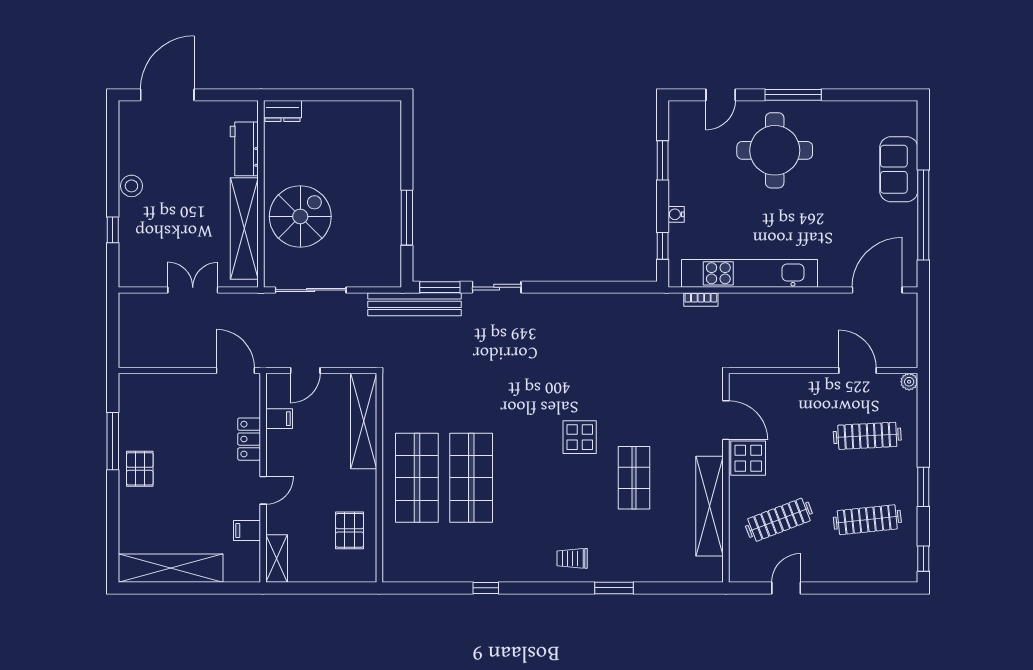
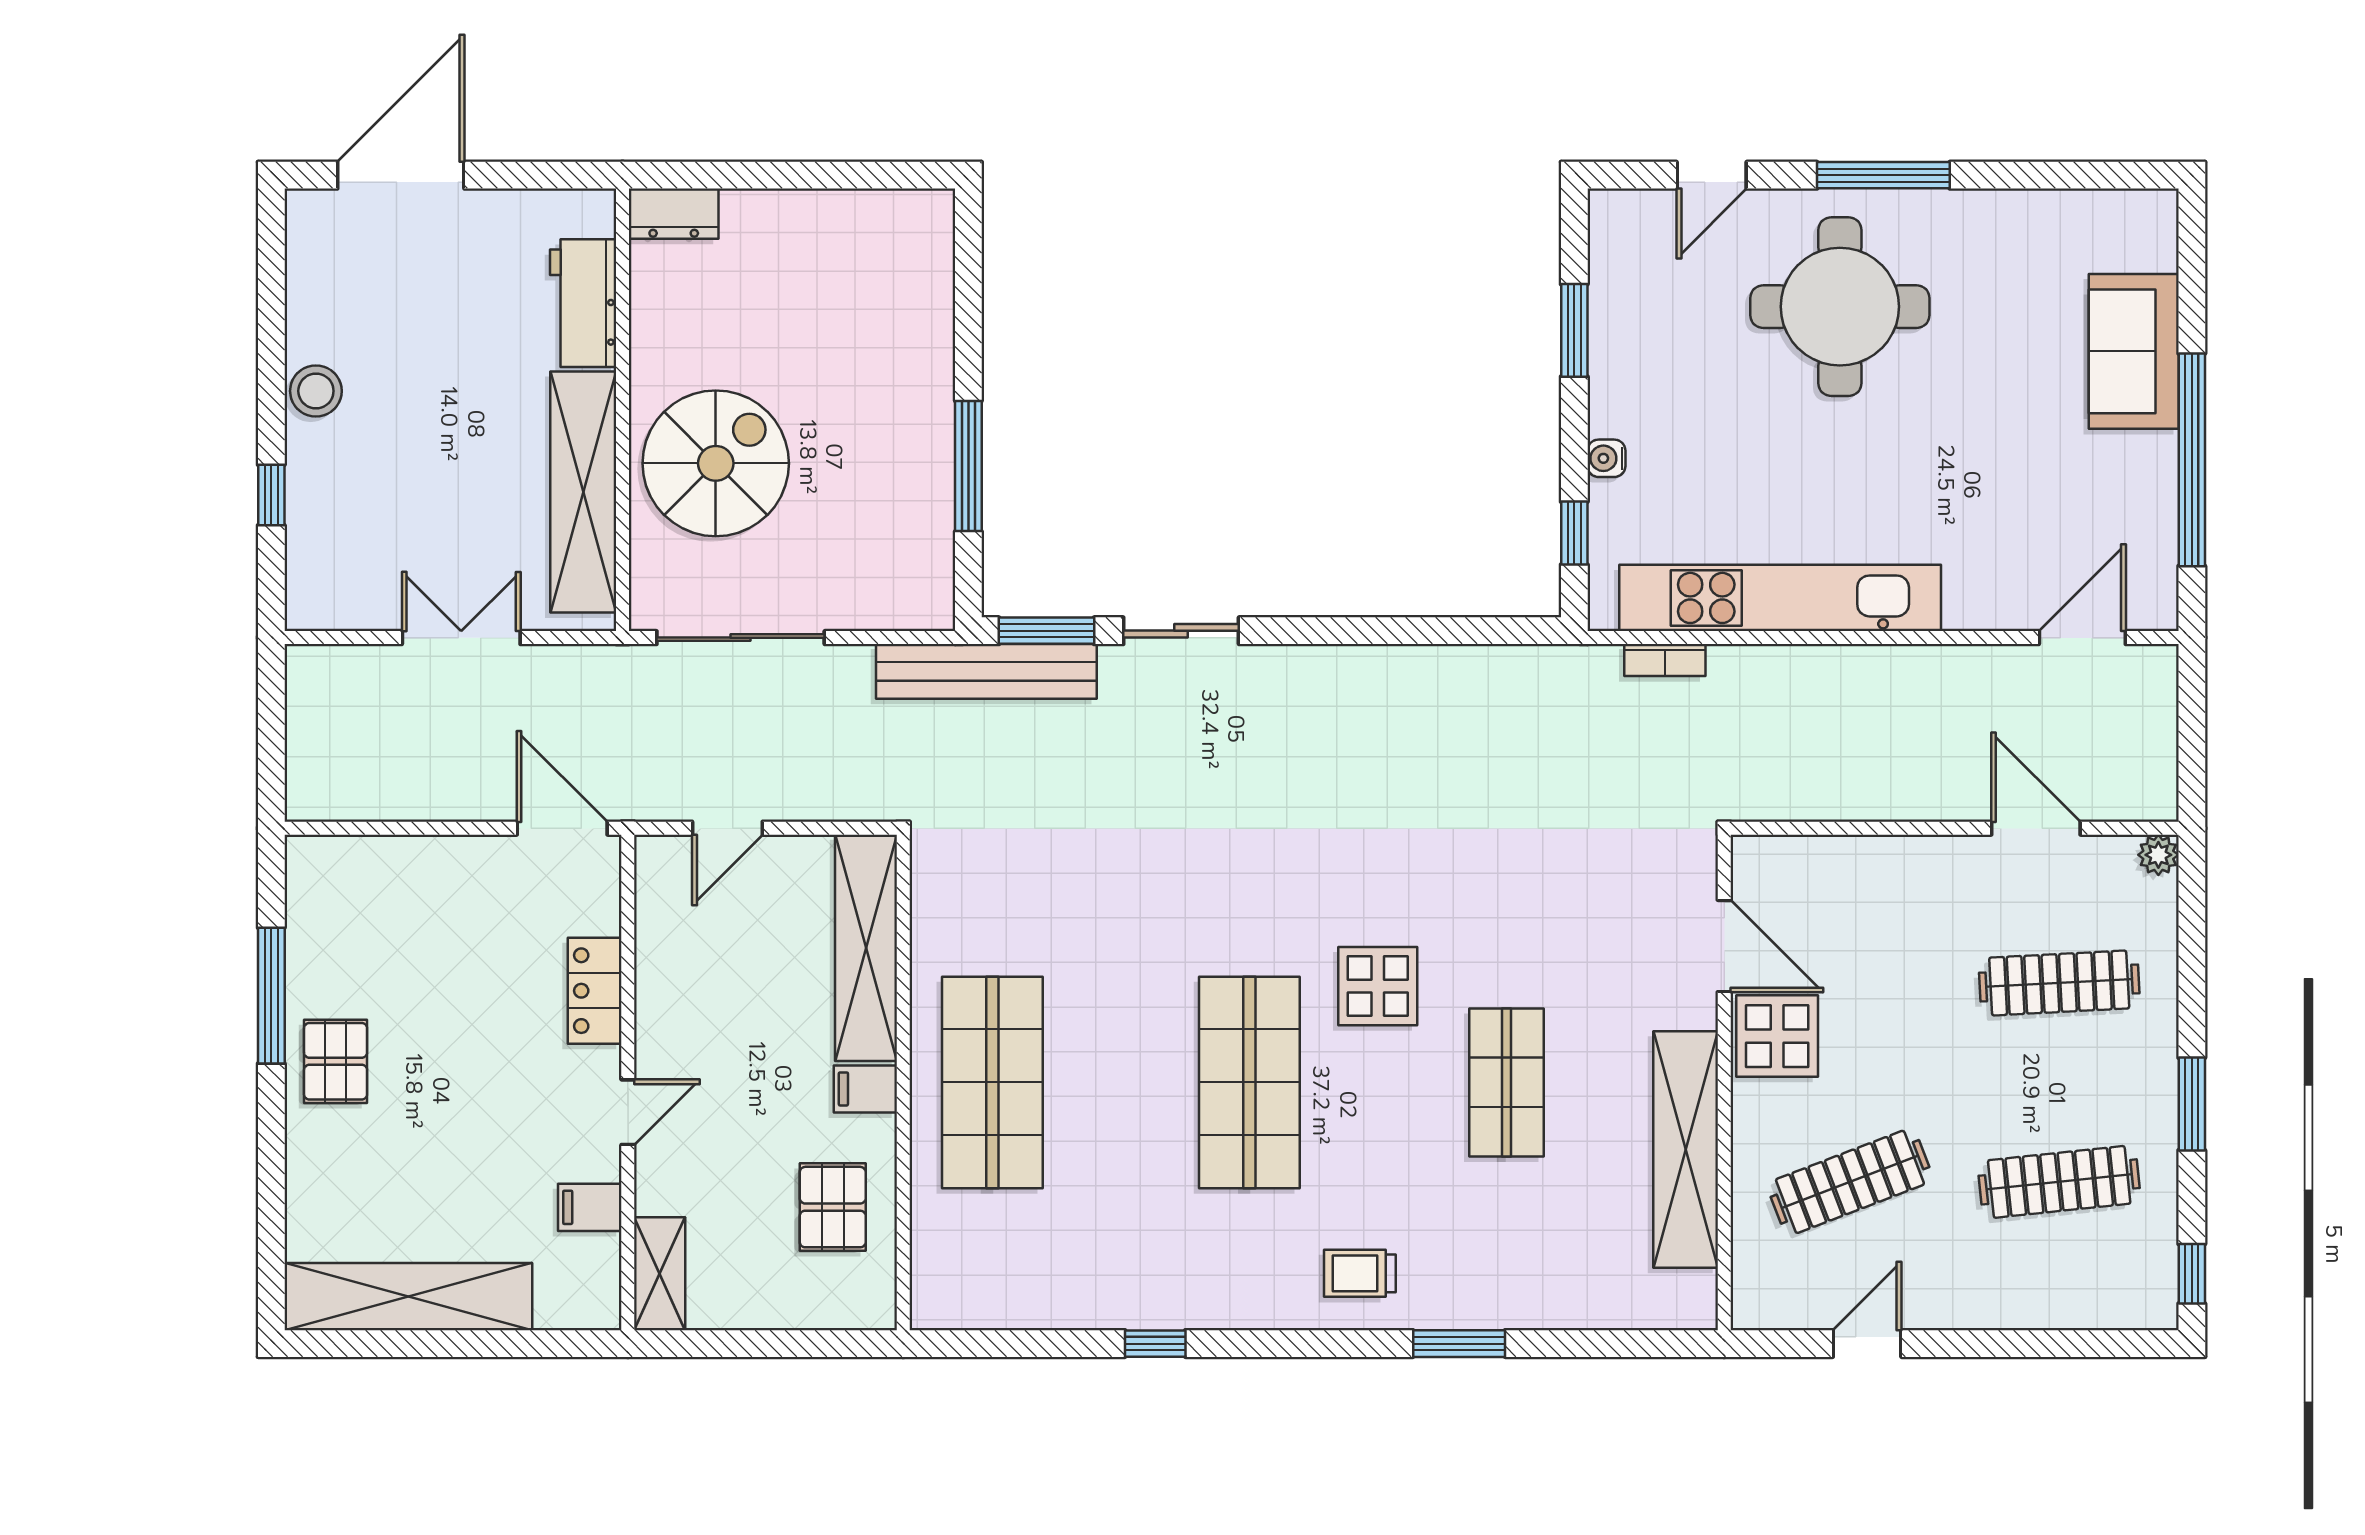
door: (877, 290) -> (2082, 638), width x0.73
filing cabinet: (279, 419) -> (865, 1089), moved, turned 180
shop shelf: (471, 478) -> (1249, 1082), moved

